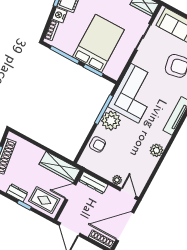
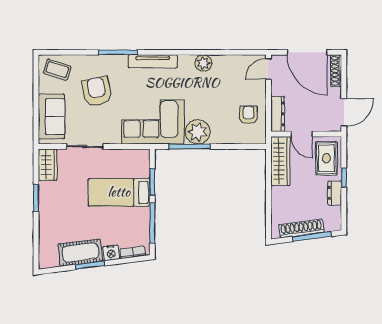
bed: (98, 43) -> (119, 192), width x0.67
armchair: (98, 144) -> (248, 115), moved
plant: (117, 180) -> (260, 89), removed

